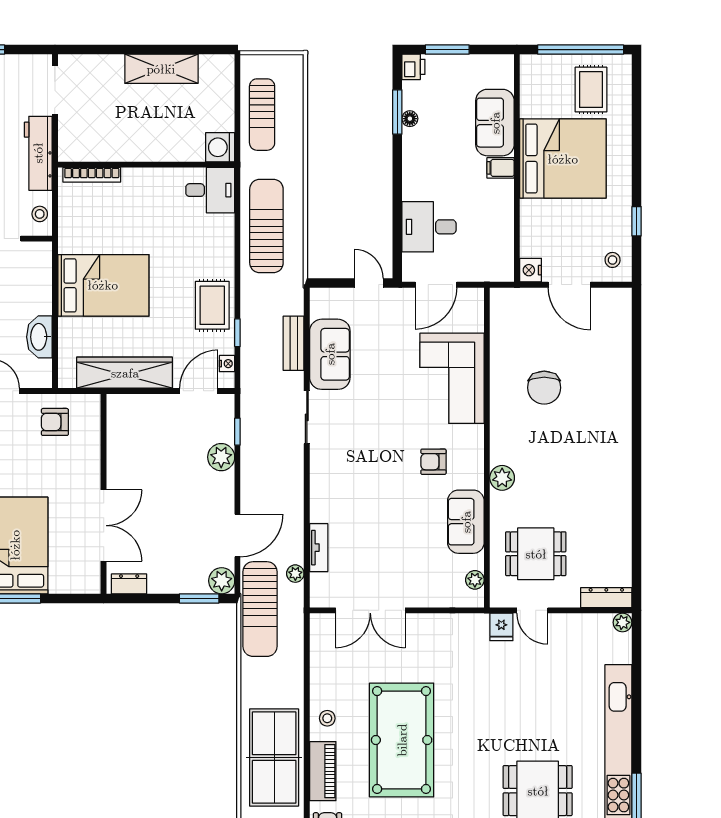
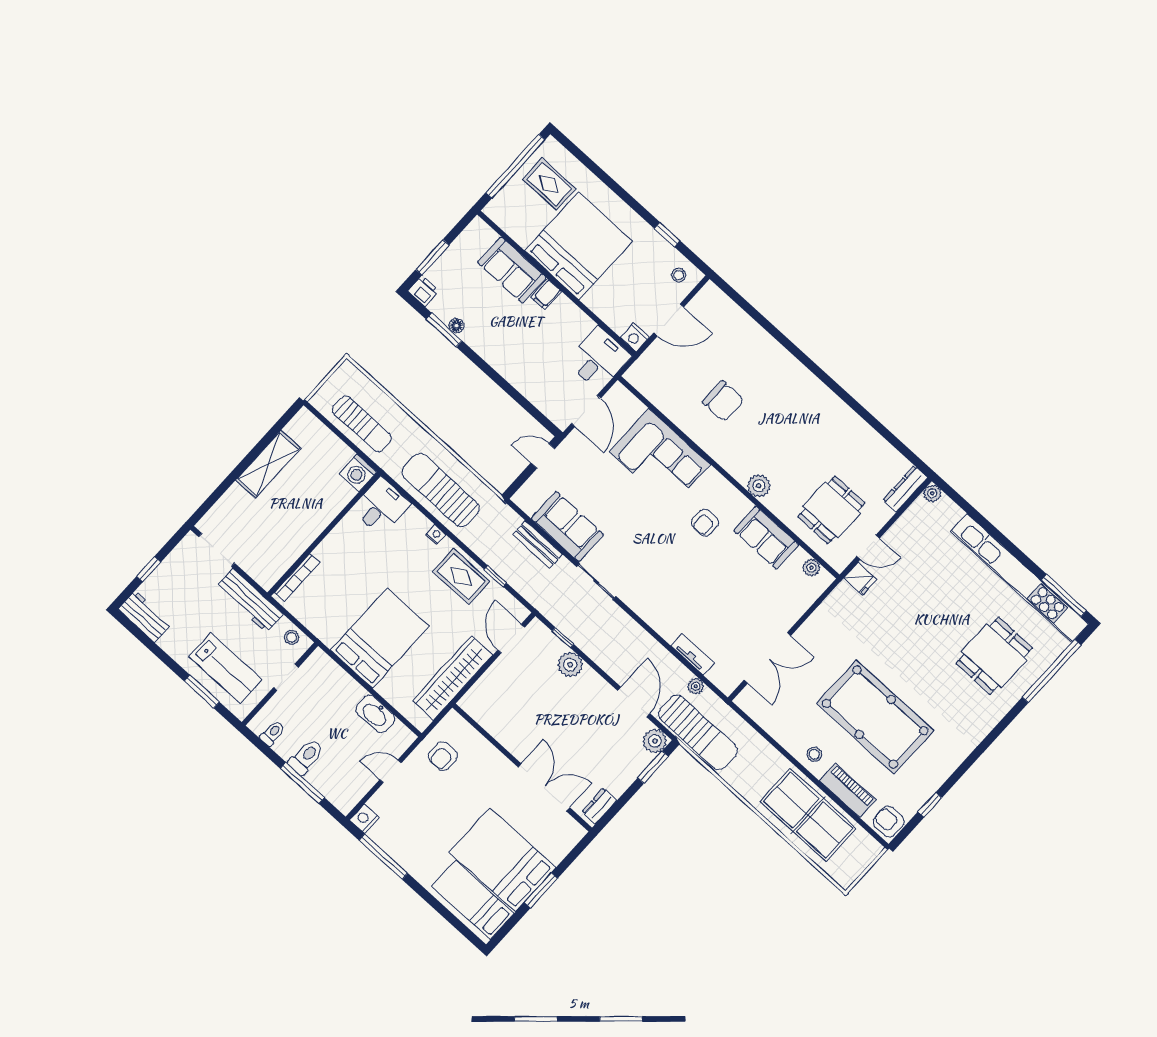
desk: (429, 227) -> (599, 359), moved, turned 180
nightstand: (227, 364) -> (436, 535), moved

